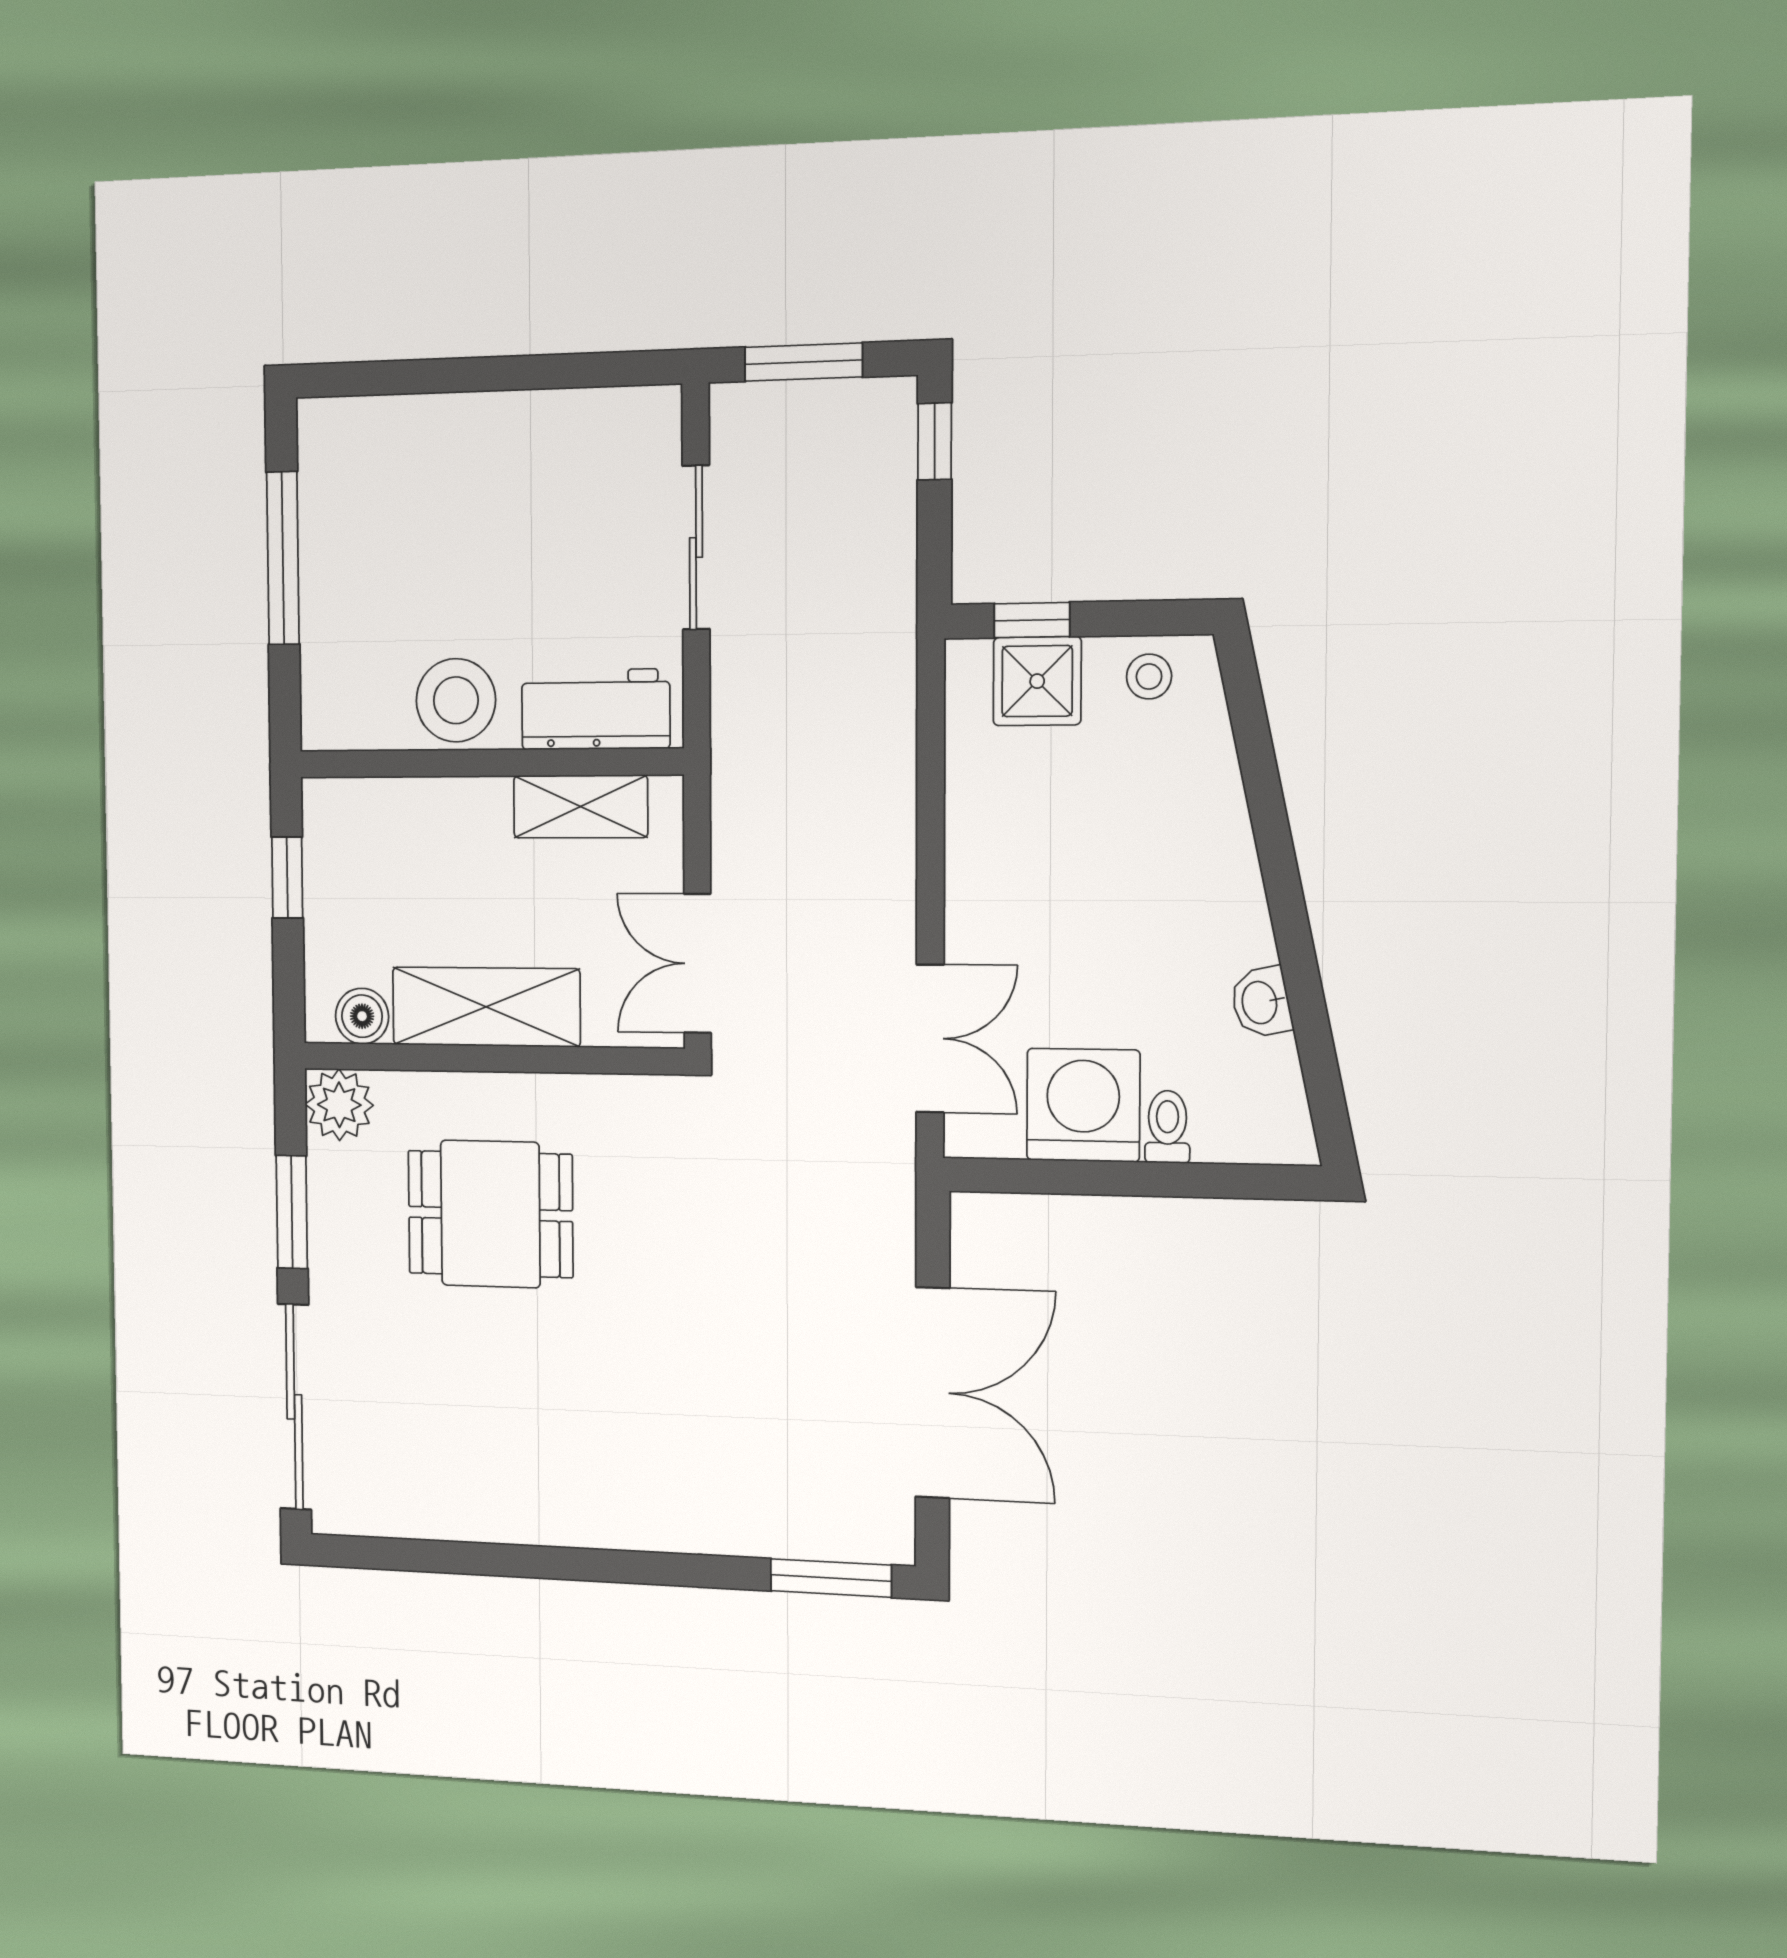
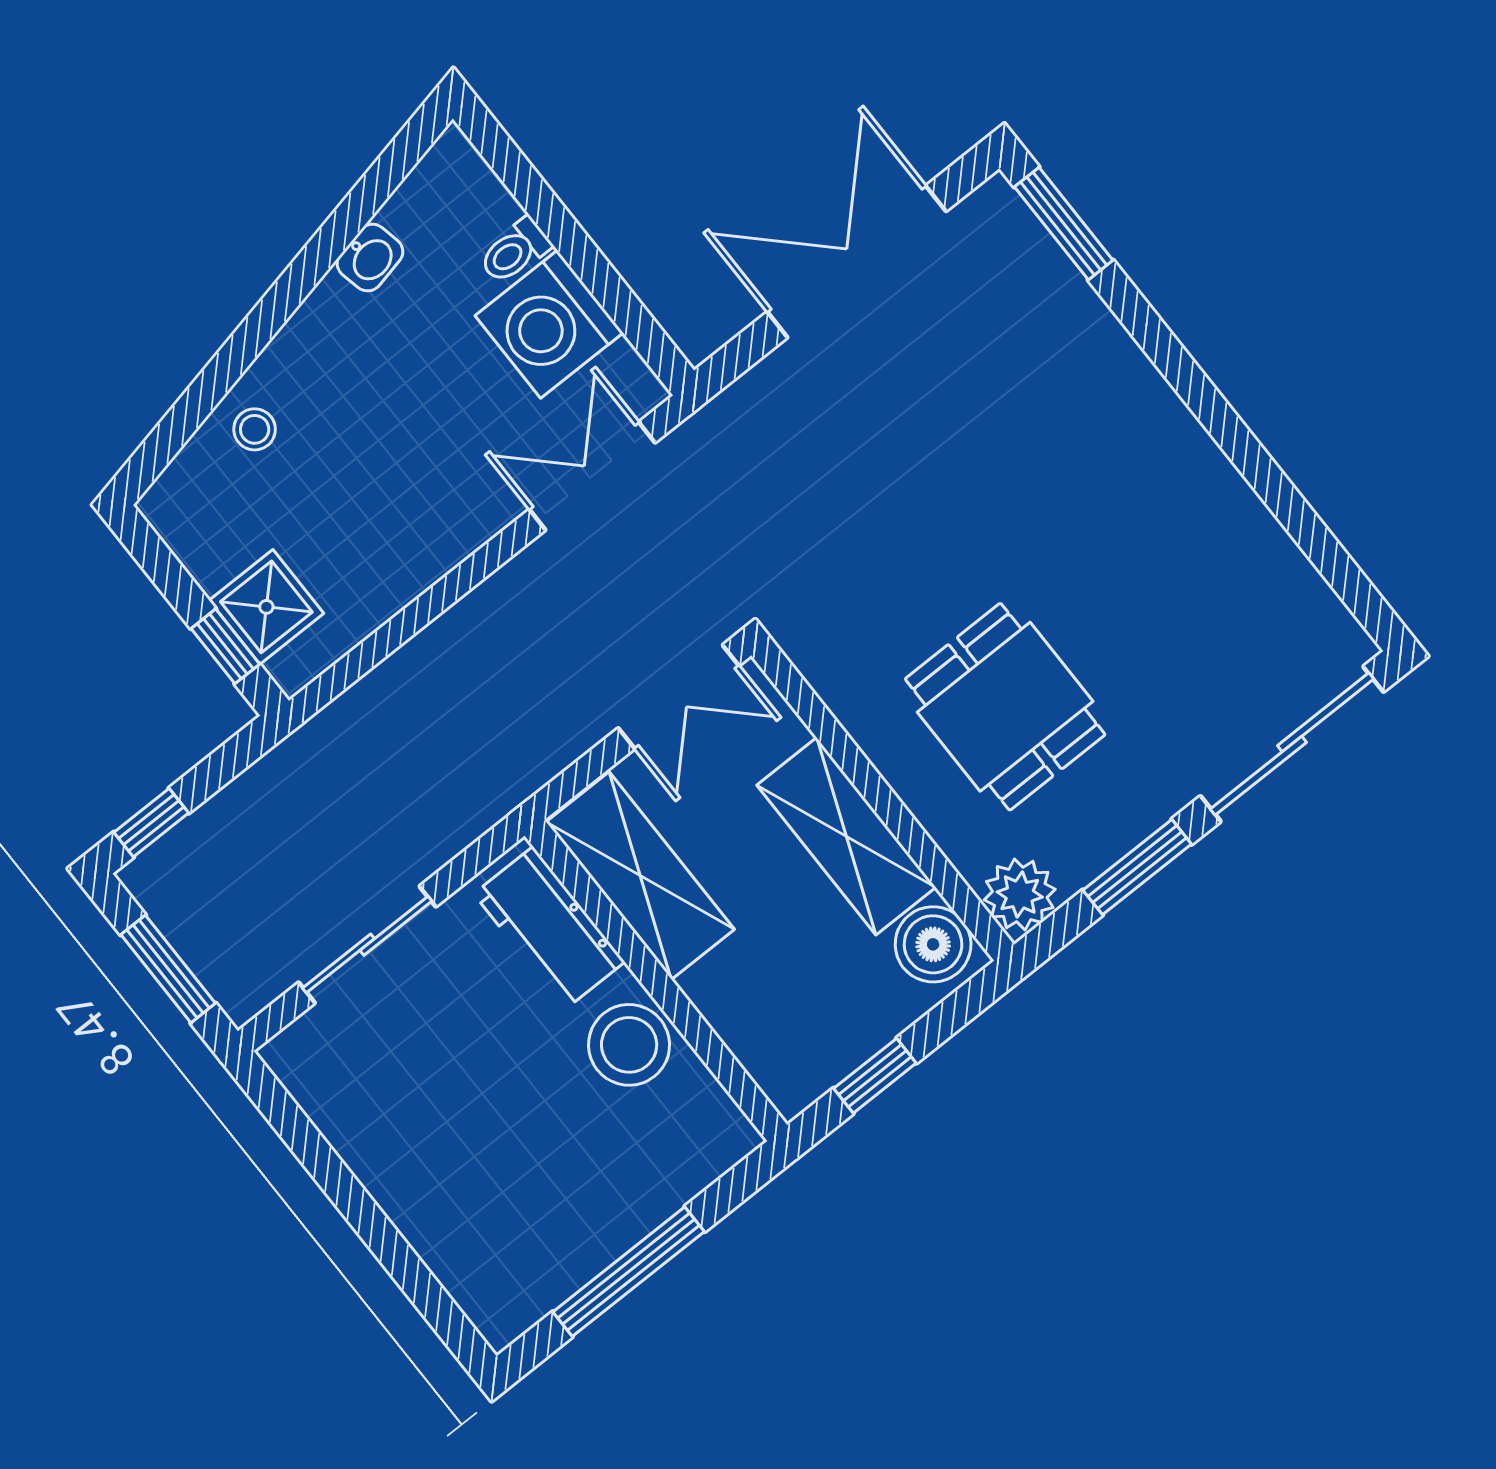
stool: (1149, 677) -> (255, 429), moved
shelving: (581, 807) -> (640, 876), width x1.50, depth x1.33
boiler: (362, 1016) -> (933, 944), width x1.36, depth x1.36

